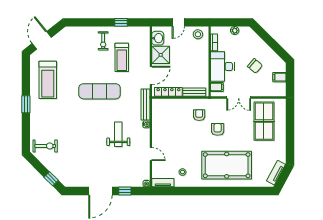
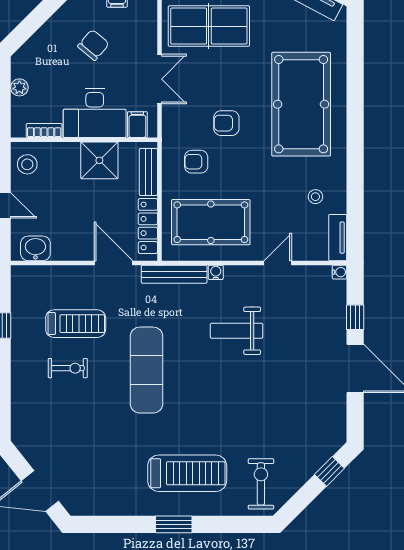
exercise bike: (103, 41) -> (68, 368), moved
shower: (161, 55) -> (99, 160), moved
treadmill: (48, 80) -> (187, 473), moved
pool table: (170, 122) -> (211, 222), added

